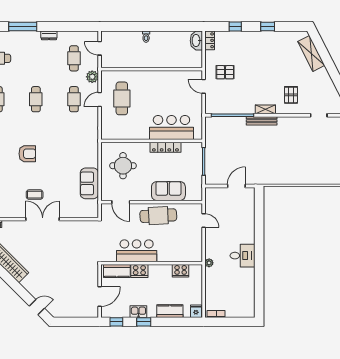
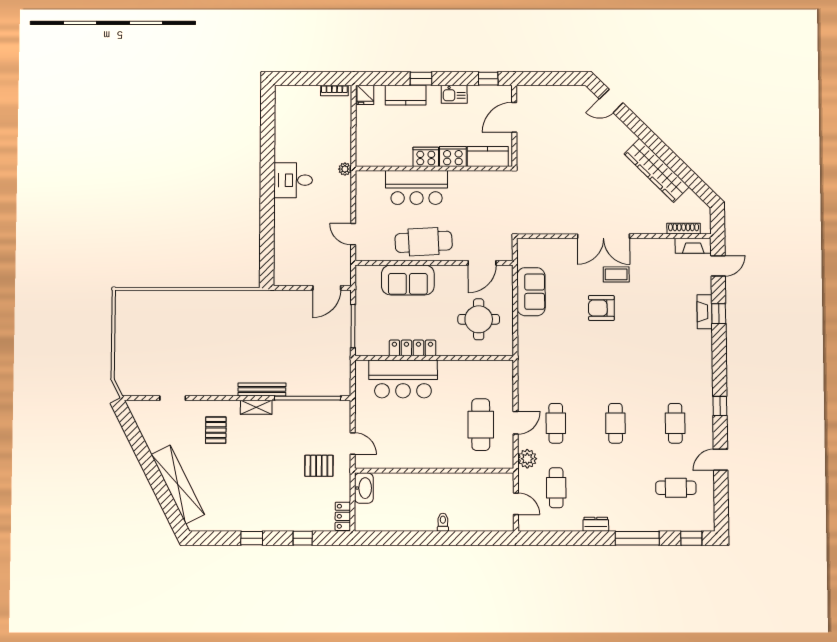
washbasin: (196, 41) -> (364, 488), moved
shelving: (311, 53) -> (178, 484), width x1.47
armchair: (27, 154) -> (601, 308), moved
door: (236, 186) -> (327, 288), moved
door: (121, 202) -> (482, 263), swing flipped
bar counter: (137, 251) -> (417, 188), moved
cooker: (181, 271) -> (426, 157), moved
window: (144, 322) -> (421, 79), moved

